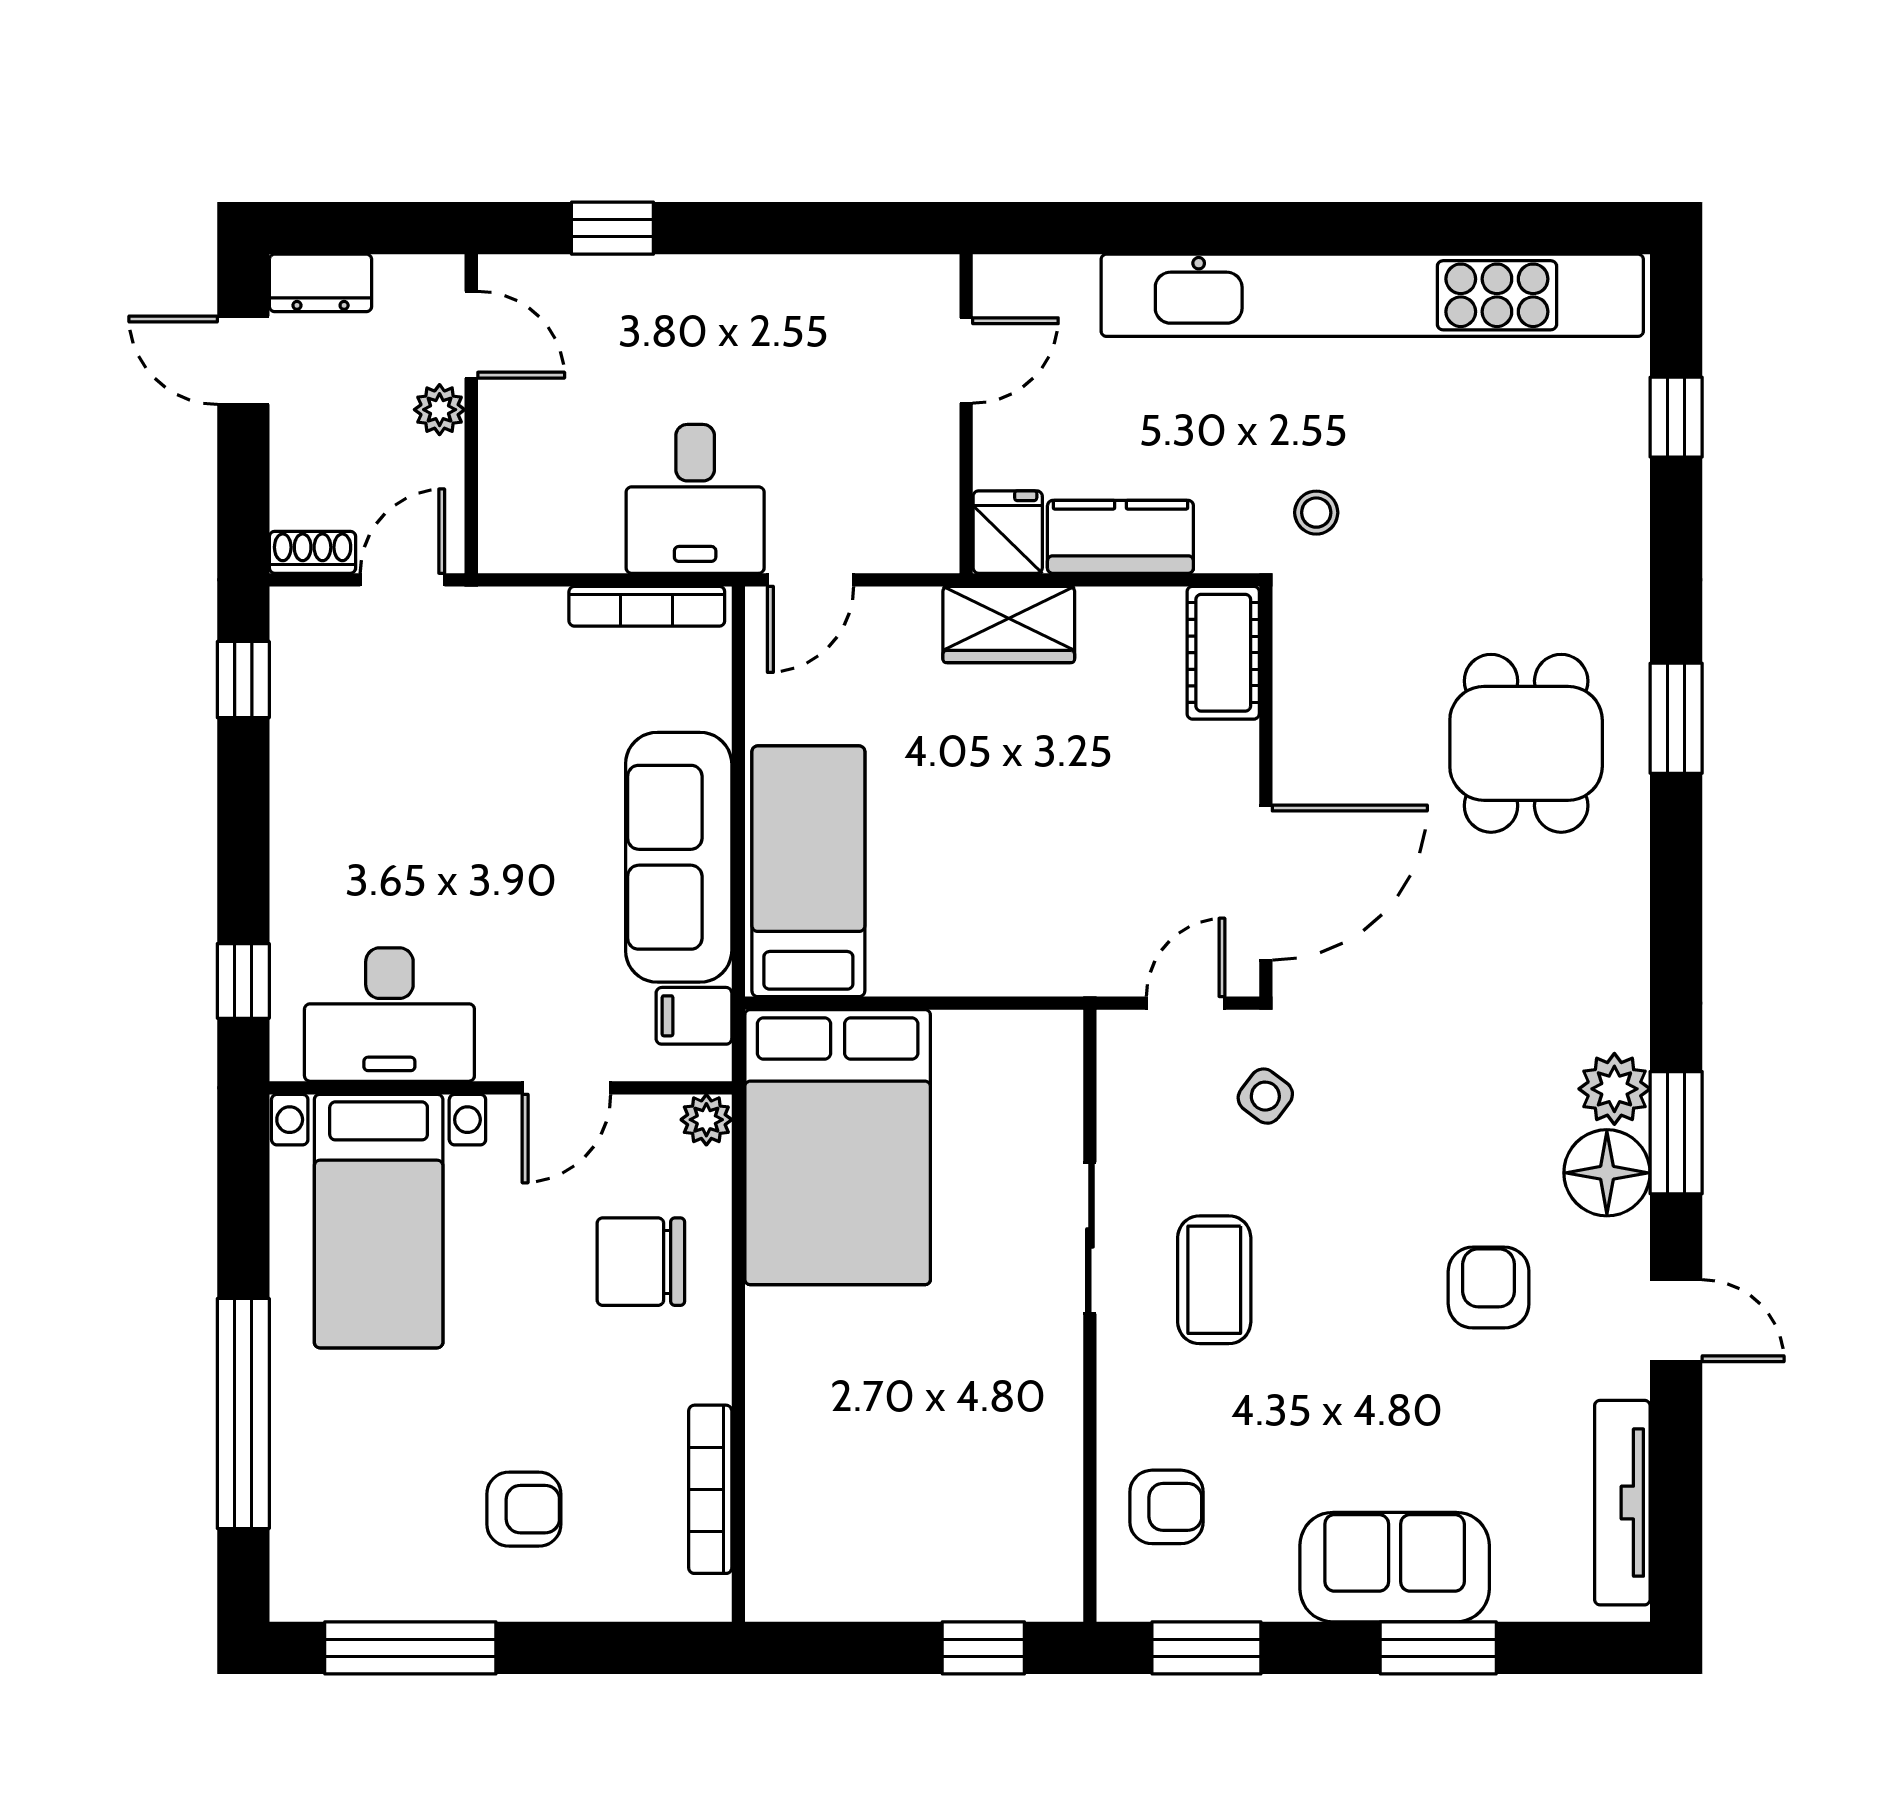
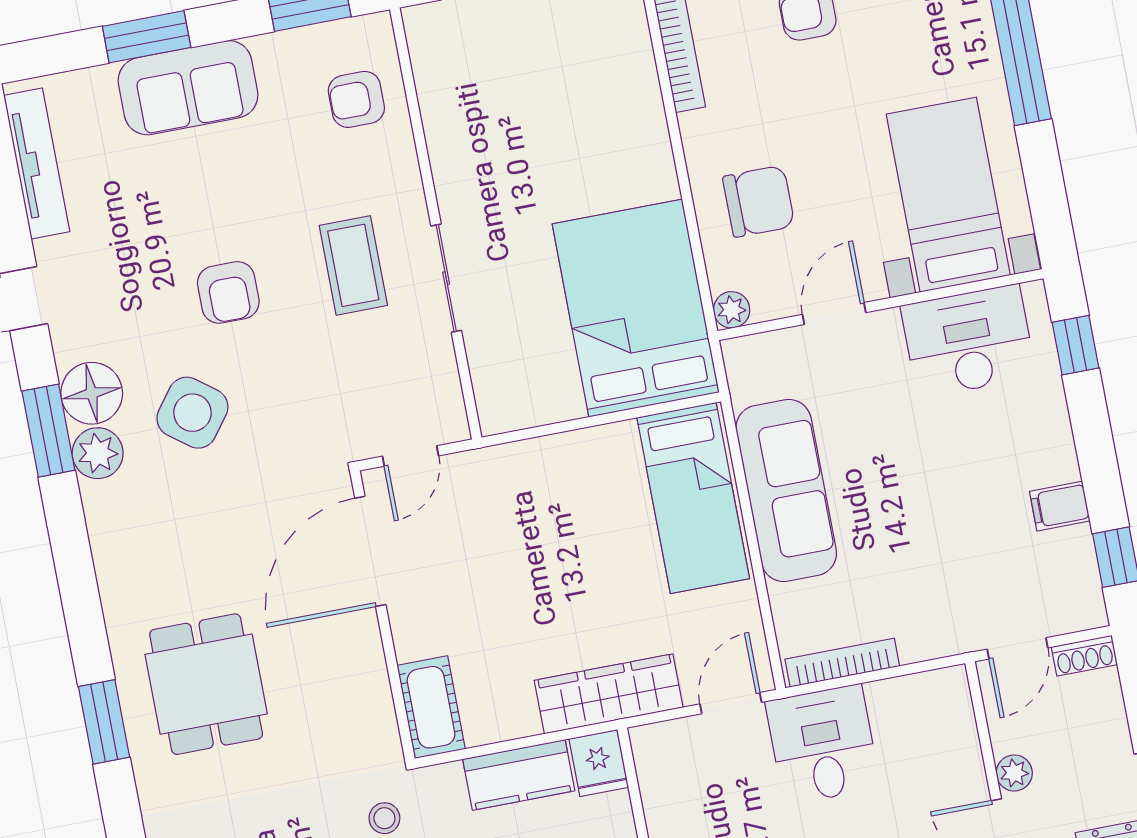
wardrobe: (1009, 625) -> (609, 694), width x1.50
filing cabinet: (694, 1016) -> (1060, 506), moved, turned 180
side table: (1265, 1096) -> (192, 413), moved, width x1.87, depth x1.87
armchair: (1489, 1288) -> (228, 292), moved

